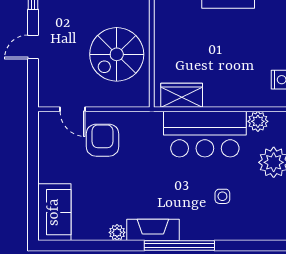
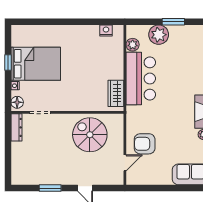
spiral stairs: (117, 54) -> (90, 135), turned 180
side table: (222, 196) -> (180, 67), removed

